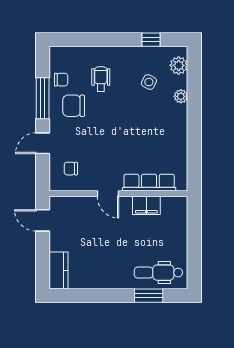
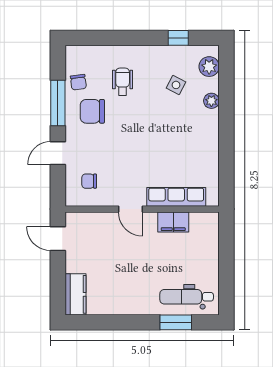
chair: (61, 80) -> (78, 82), turned 83

